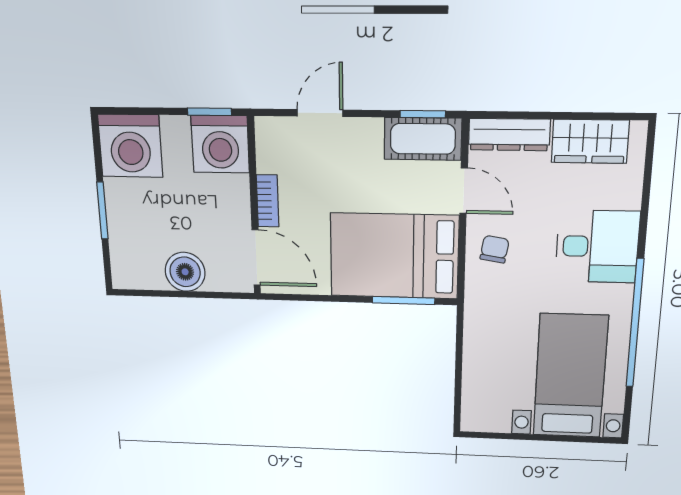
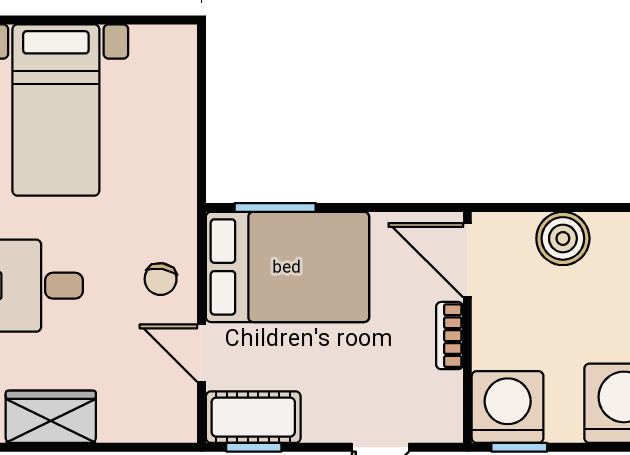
dresser: (509, 135) -> (148, 424), removed

